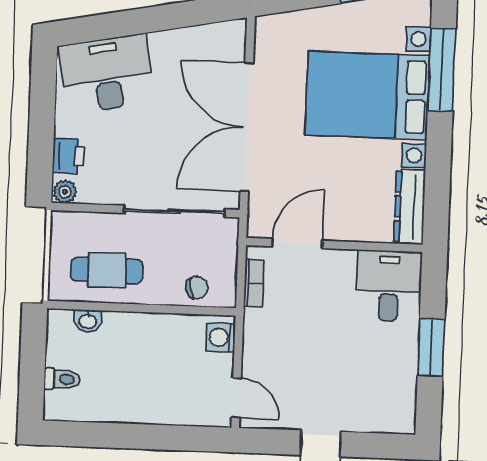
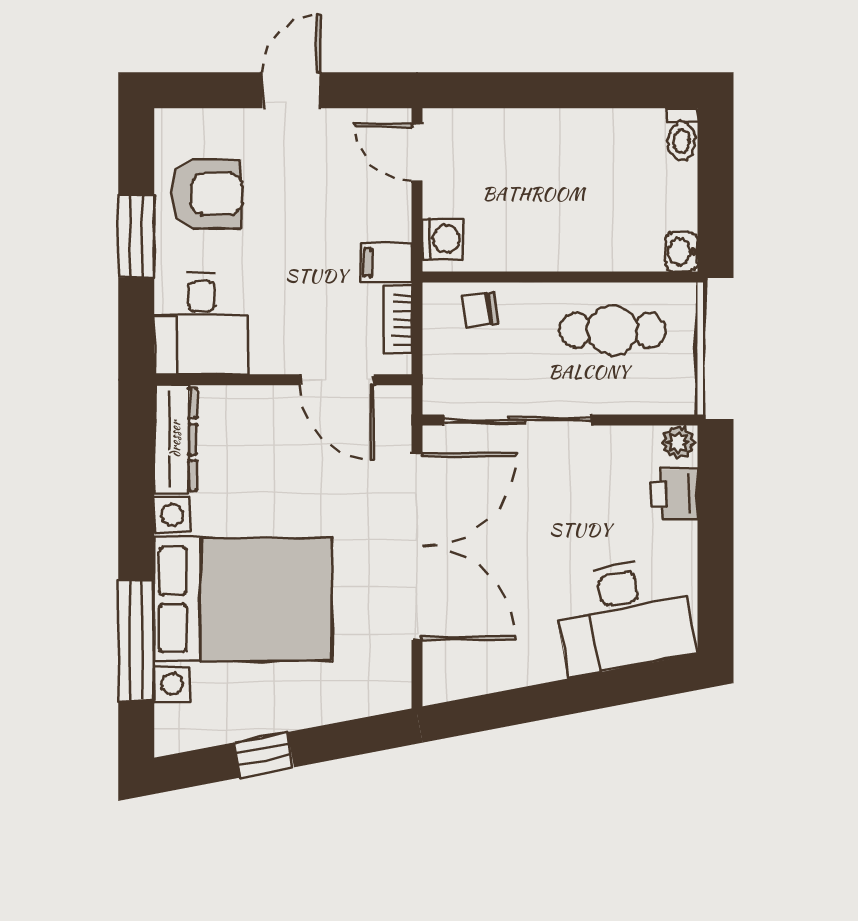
door: (297, 244) -> (337, 380), hinge flipped
washbasin: (88, 321) -> (681, 252), moved, turned -90
filing cabinet: (261, 323) -> (386, 262), added
armchair: (382, 375) -> (207, 194), added
toilet: (62, 379) -> (682, 134), moved, turned -90

